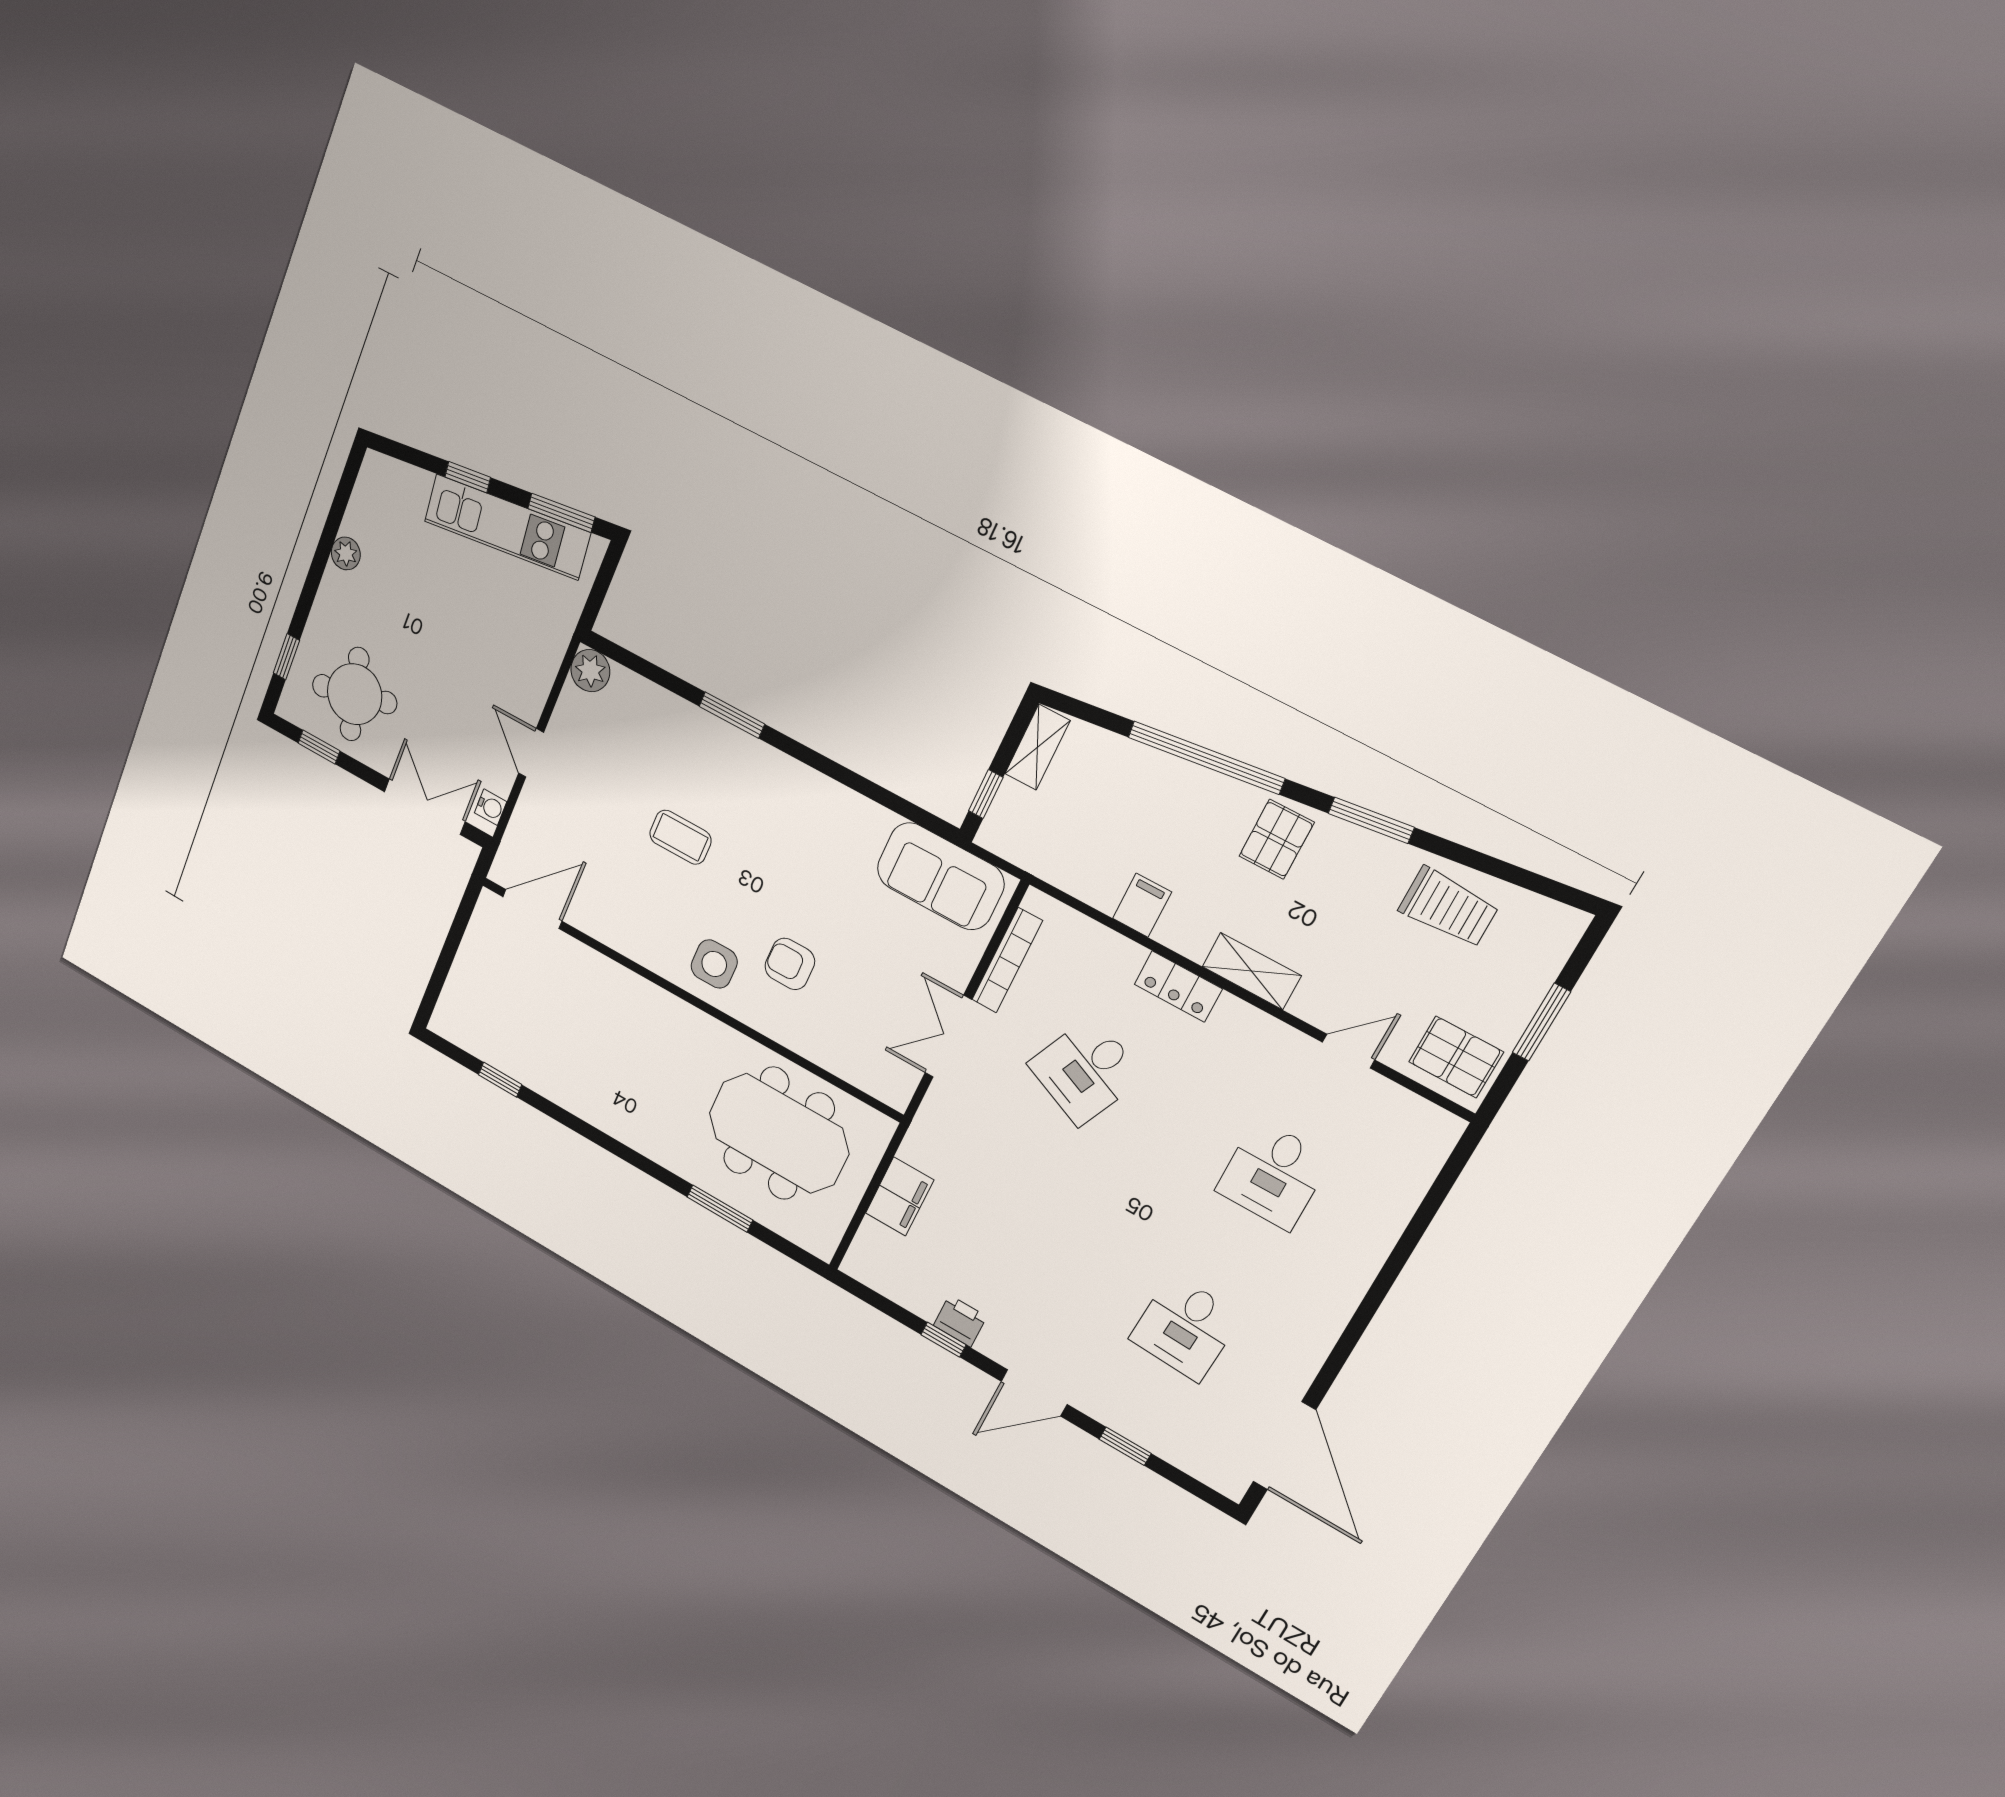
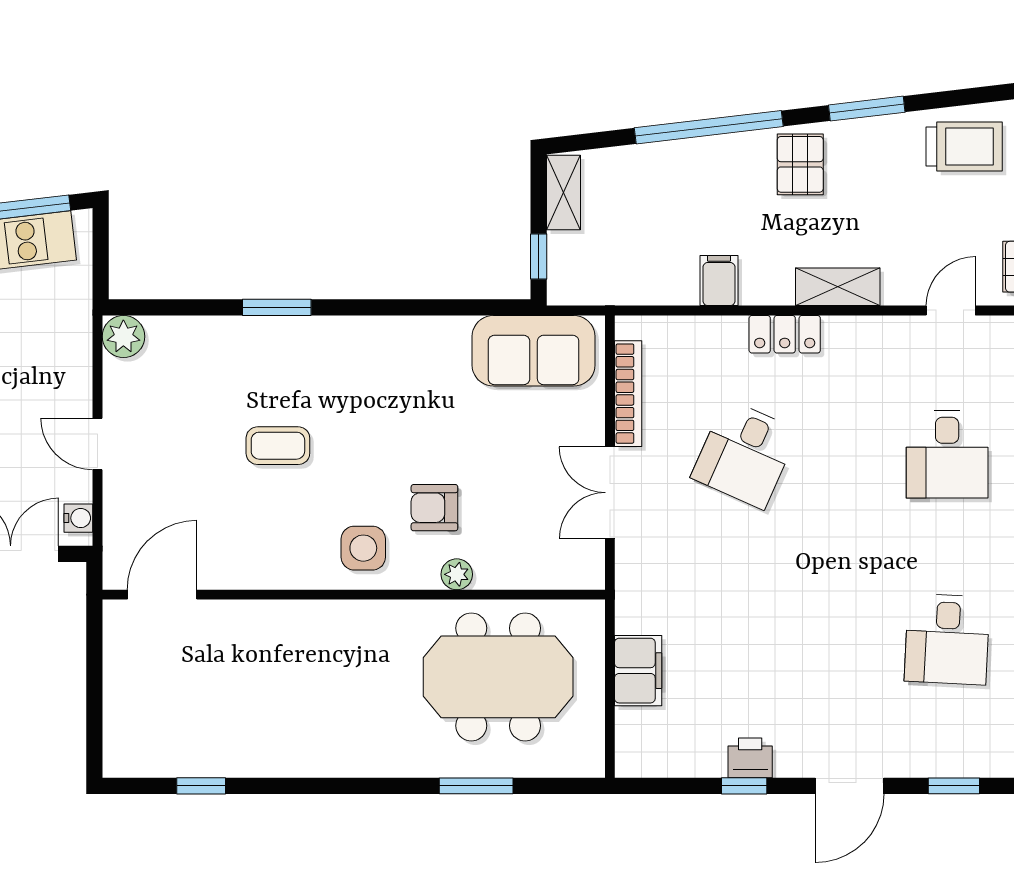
plant: (783, 1030) -> (457, 574), added

